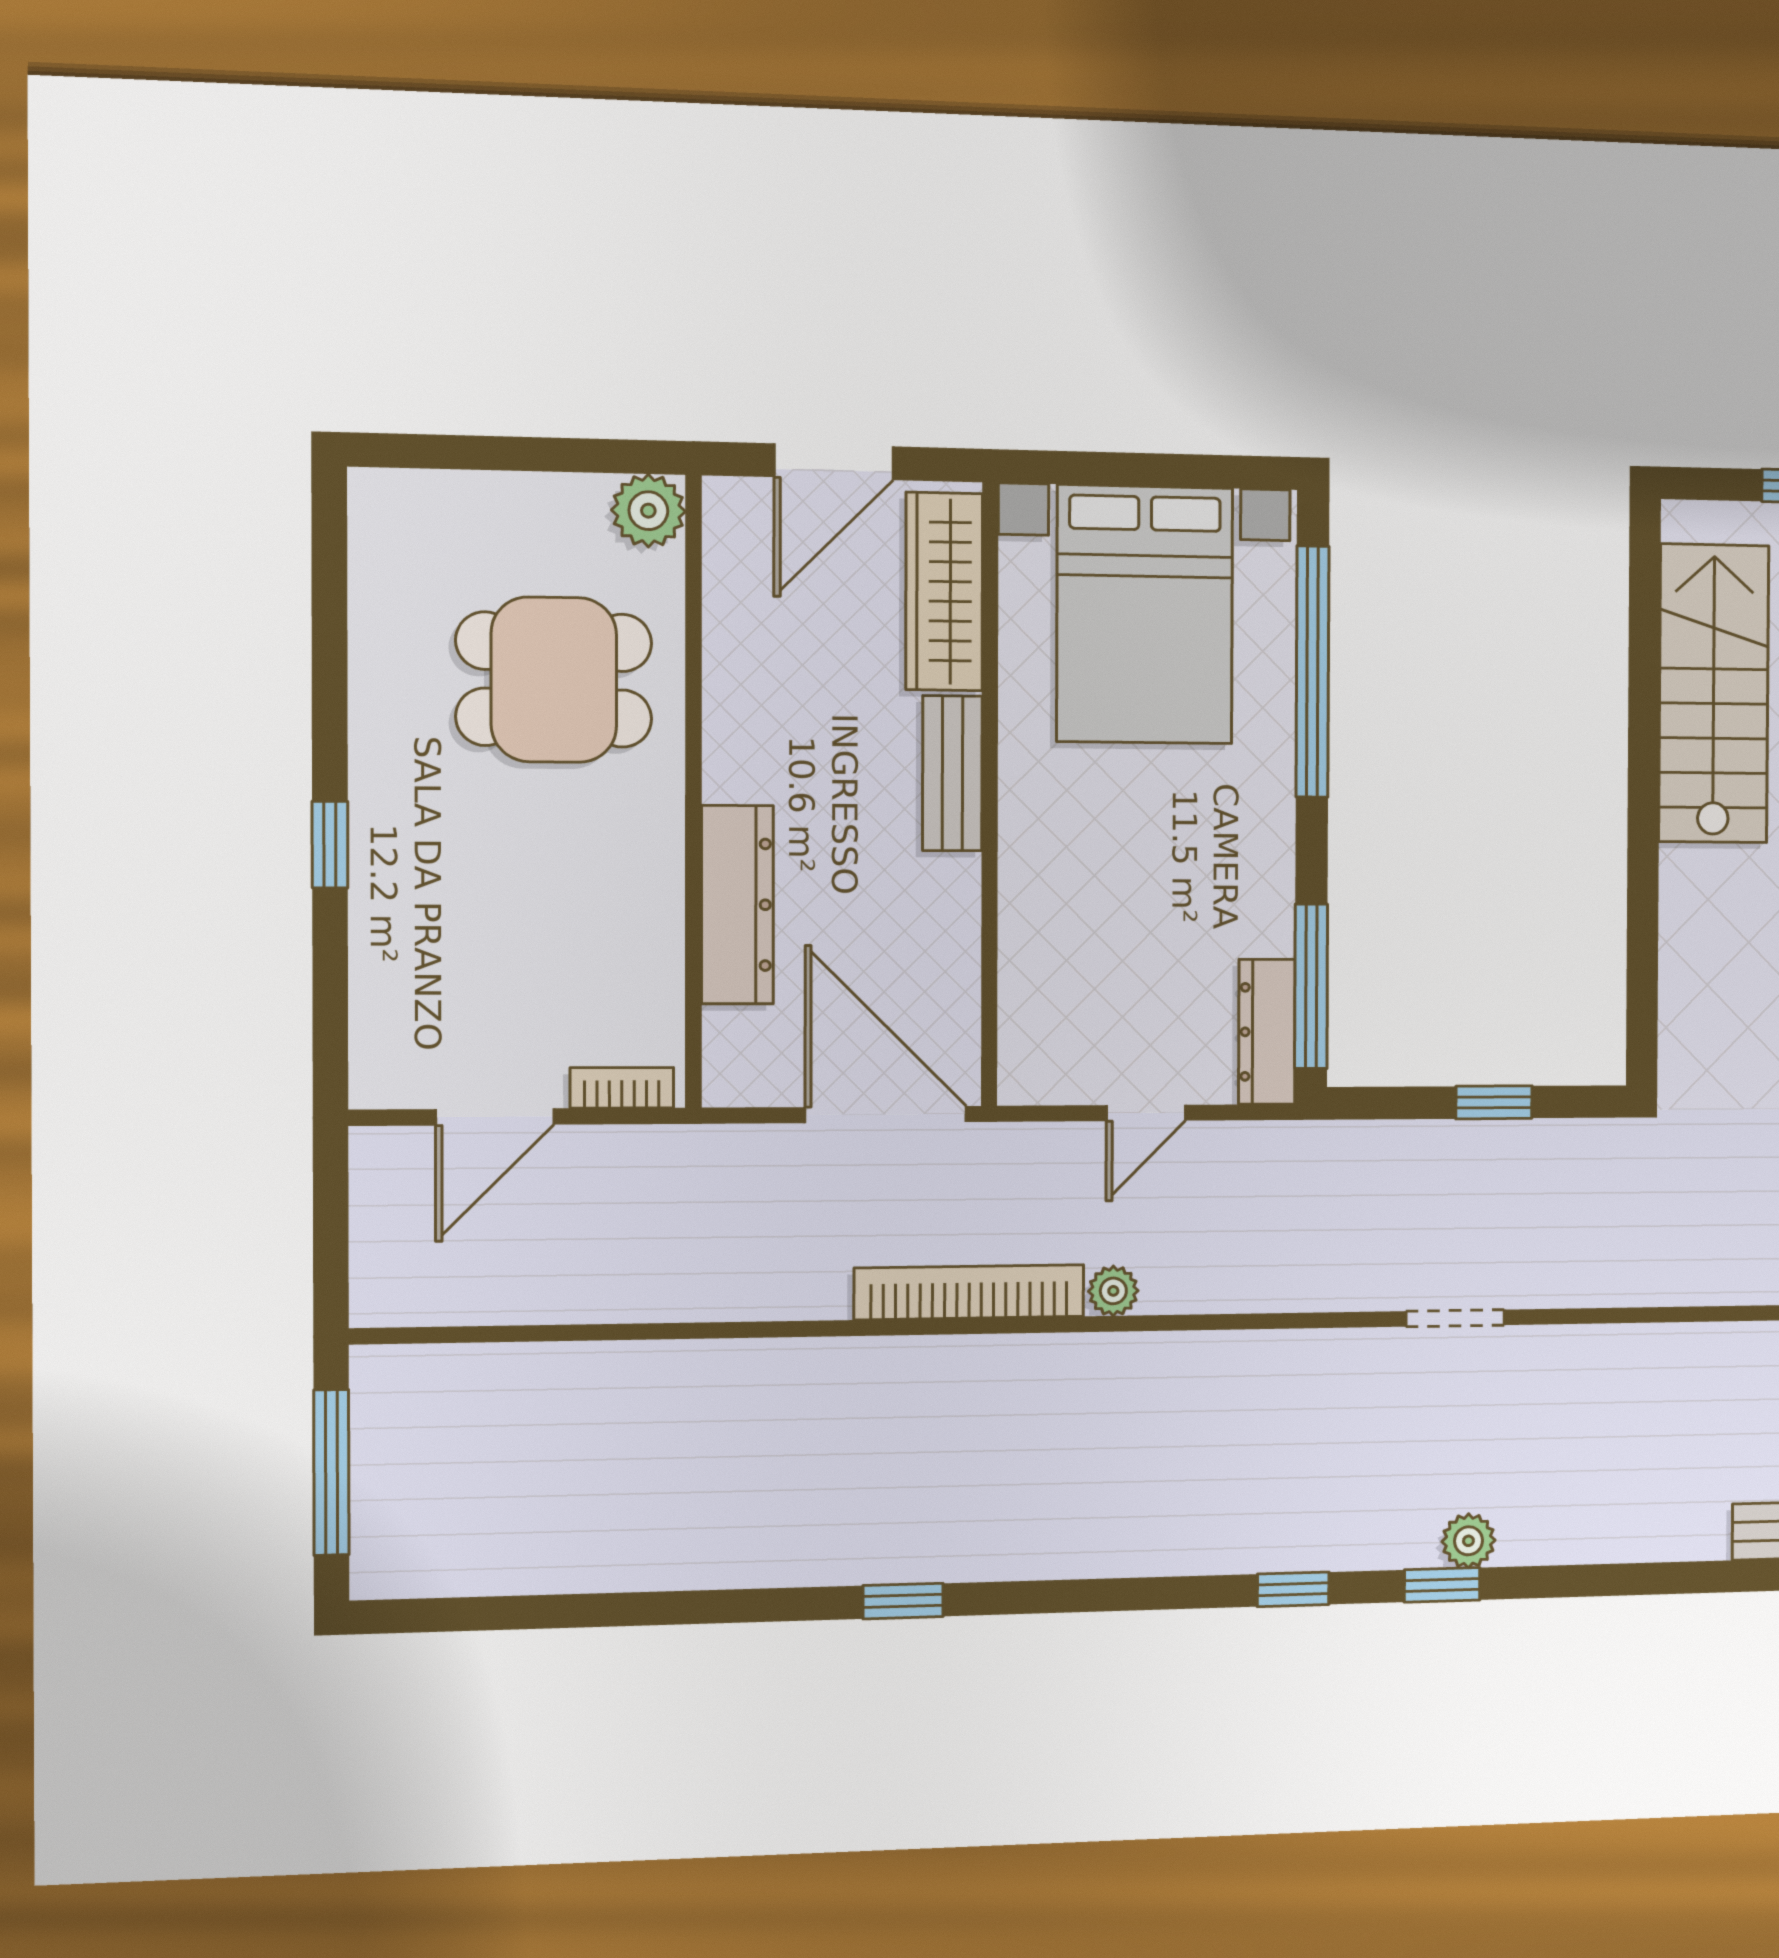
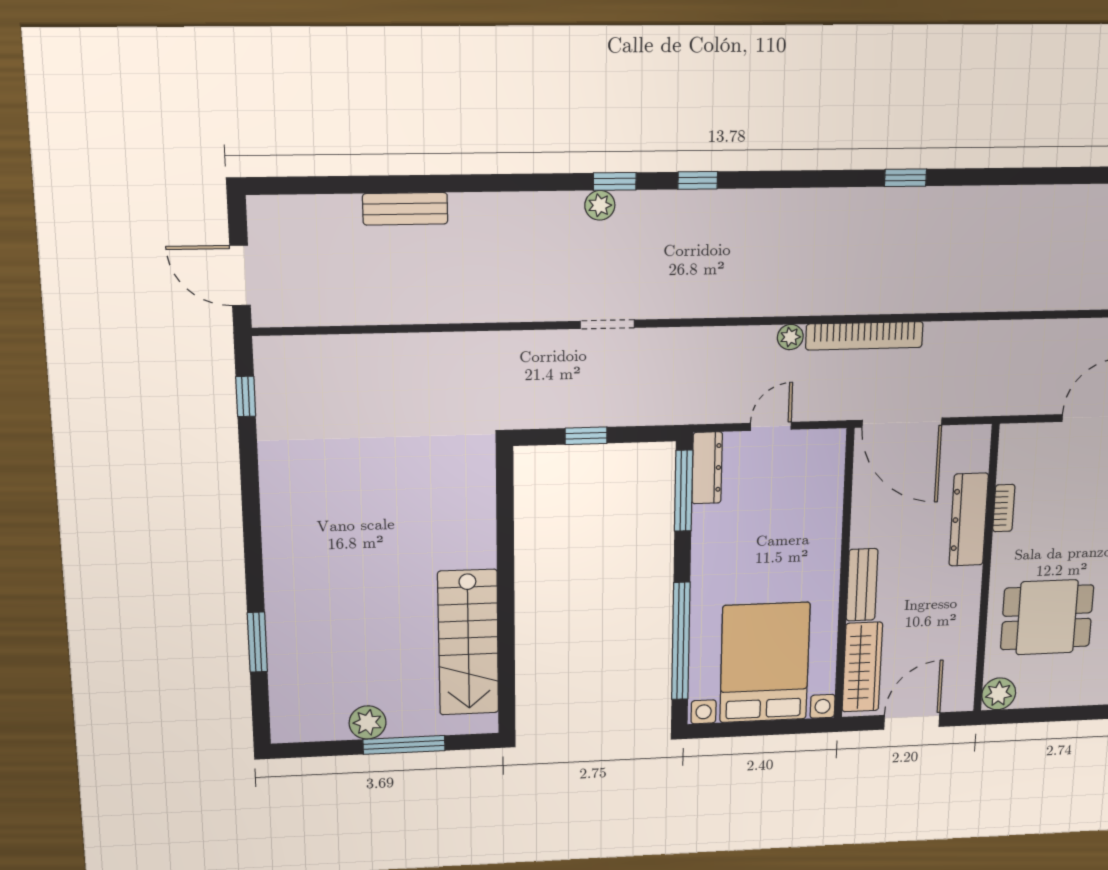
bookcase: (622, 1088) -> (1004, 508), moved, turned -90

